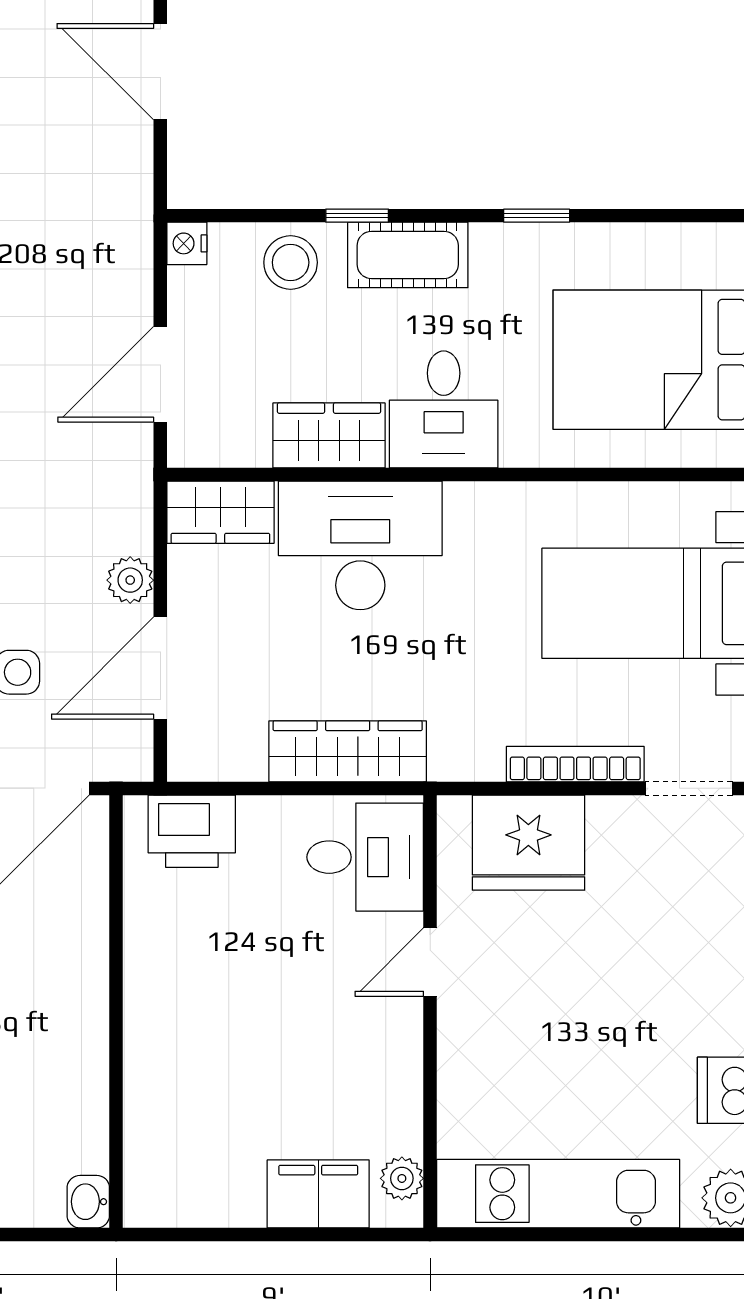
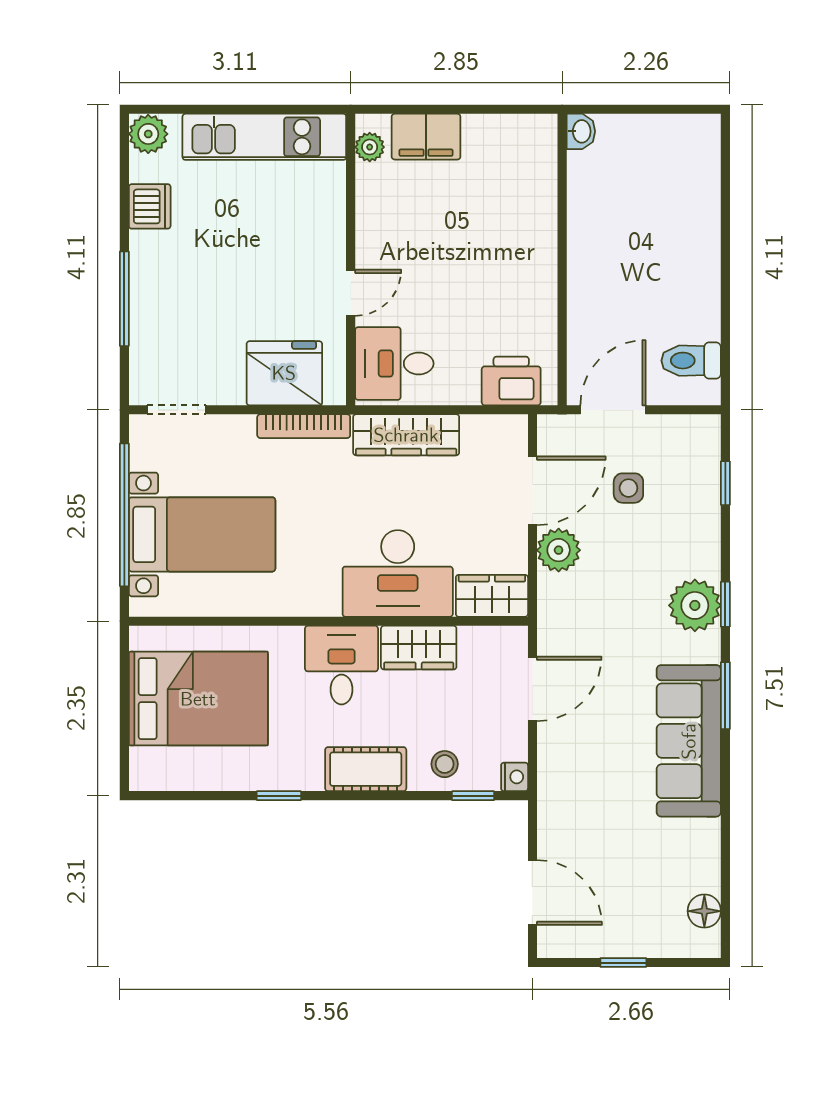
window: (357, 216) -> (473, 796), moved
stool: (291, 262) -> (445, 764), width x0.73, depth x0.73
plant: (130, 580) -> (559, 550), width x1.38, depth x1.38
bookcase: (575, 764) -> (304, 426), moved

